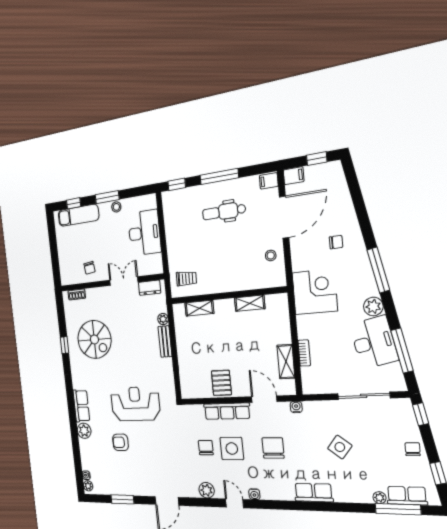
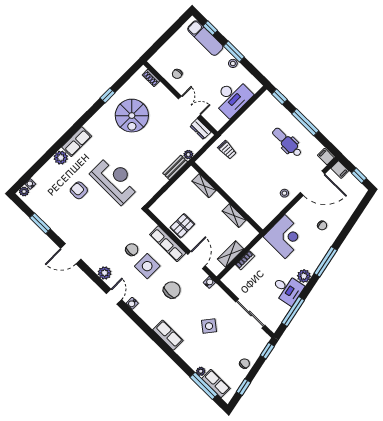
wall: (227, 295) -> (227, 198), moved
shelving: (250, 303) -> (234, 216), moved
shelving: (199, 308) -> (204, 186), moved
desk: (374, 342) -> (287, 289), width x0.73

